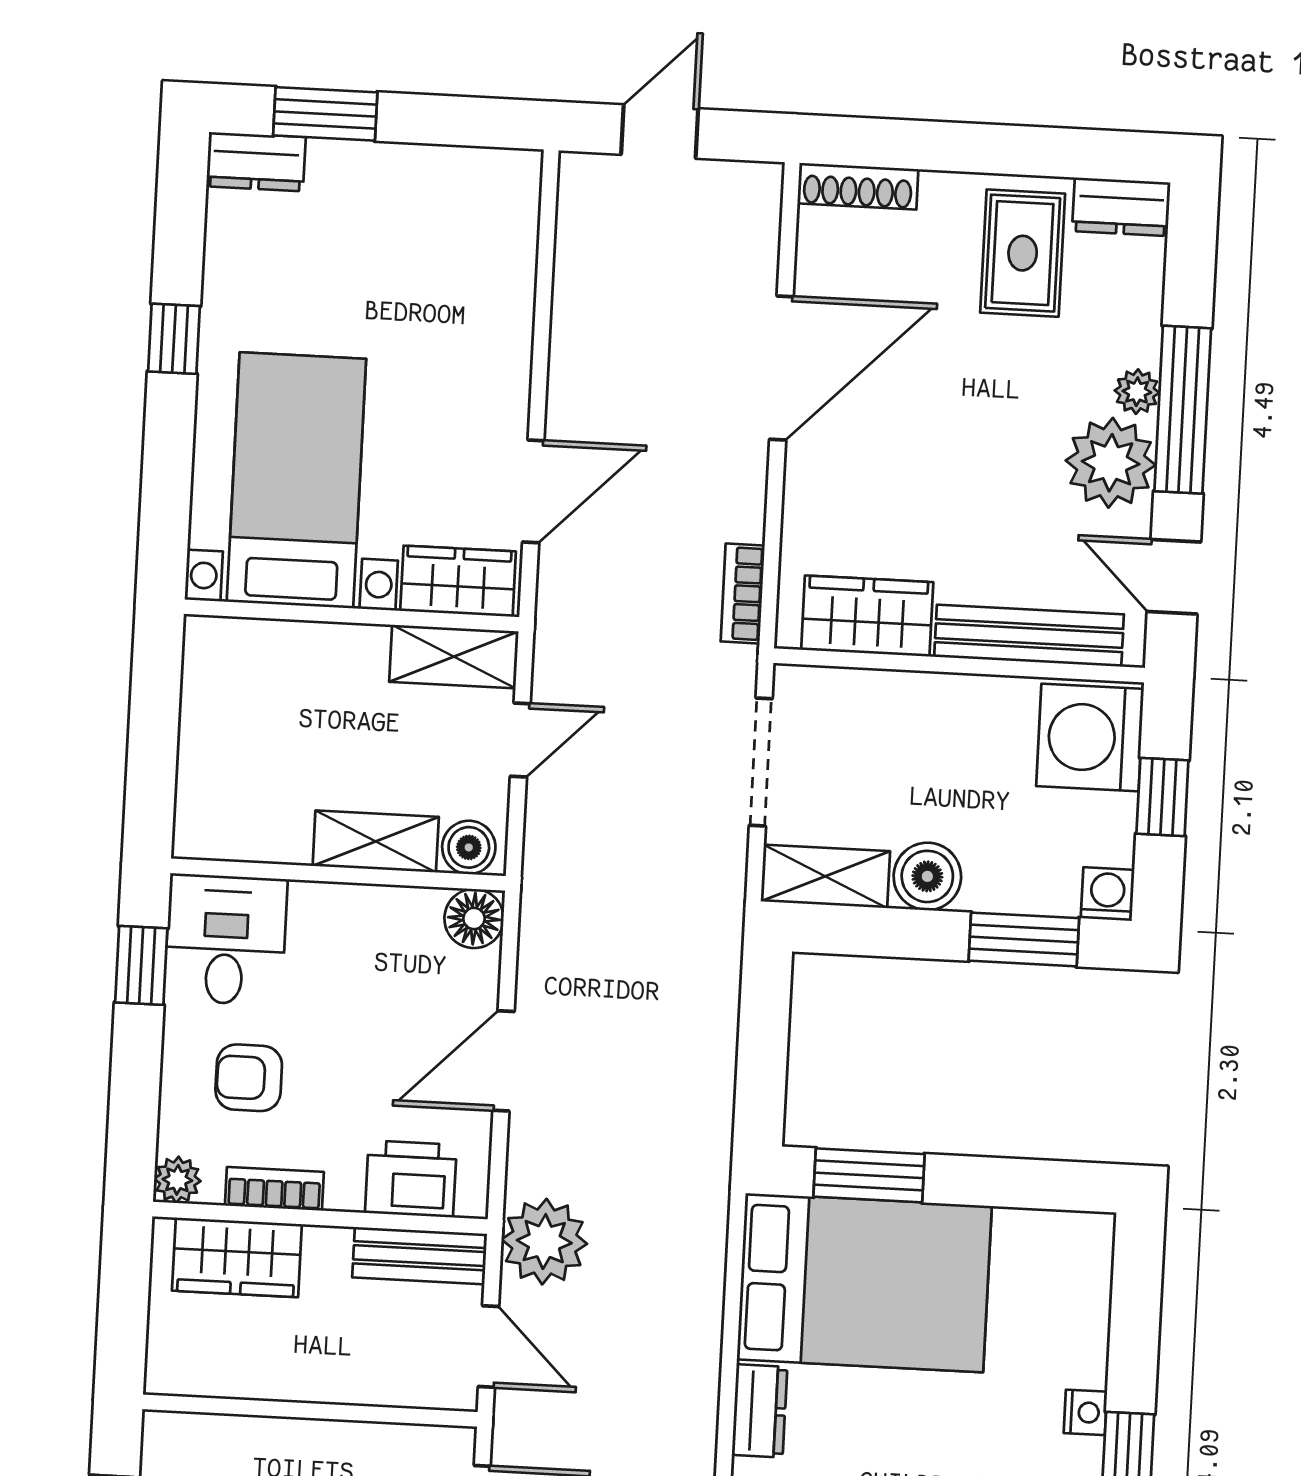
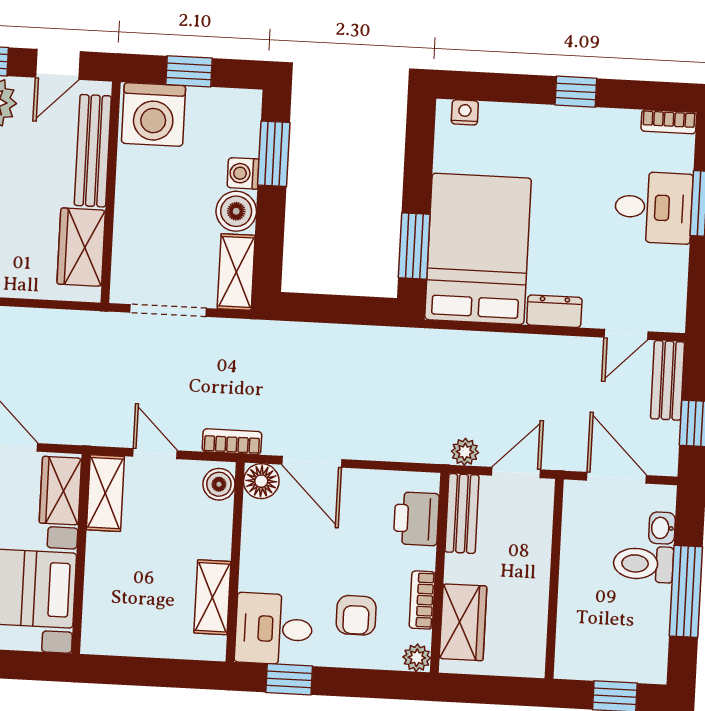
bookcase: (743, 593) -> (232, 442), moved, turned 180
shelving: (376, 841) -> (212, 597), moved
washing machine: (1108, 894) -> (243, 173), moved
door: (503, 1061) -> (312, 462), moved
plant: (544, 1242) -> (465, 452), width x0.53, depth x0.53
nightstand: (1085, 1412) -> (465, 112), moved

